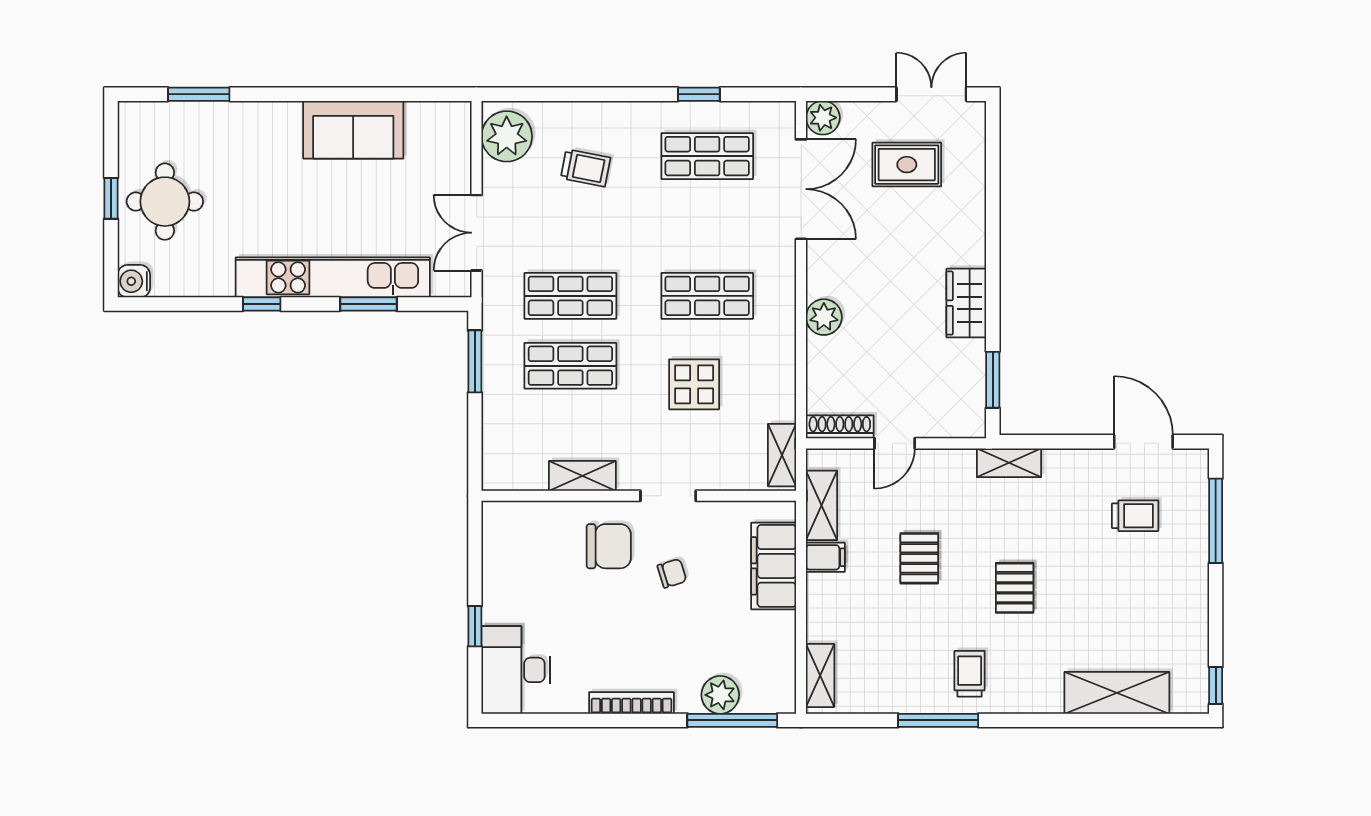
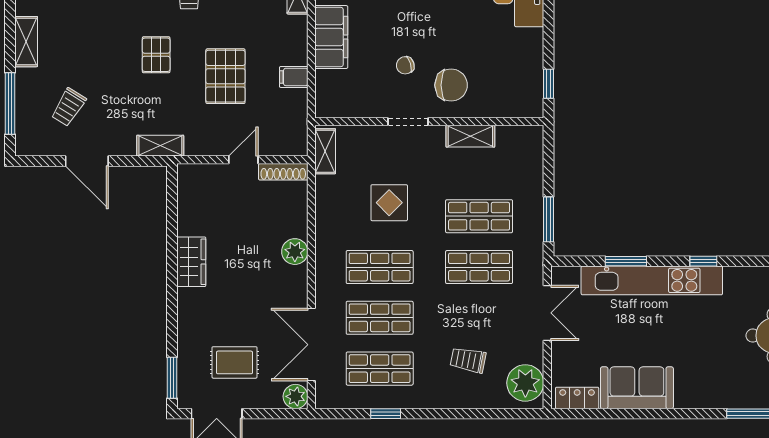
locker: (436, 116) -> (577, 398), added
shop shelf: (707, 226) -> (380, 318), added
window: (993, 380) -> (172, 378), moved
door: (1143, 442) -> (87, 161), moved
shelving: (822, 505) -> (26, 42), moved
trolley: (1135, 516) -> (69, 107), turned -58
chair: (609, 546) -> (451, 85), turned 180
pallet: (919, 558) -> (225, 76), width x1.50, depth x1.42
filing cabinet: (774, 566) -> (331, 37), moved
window: (475, 626) -> (548, 84), moved

